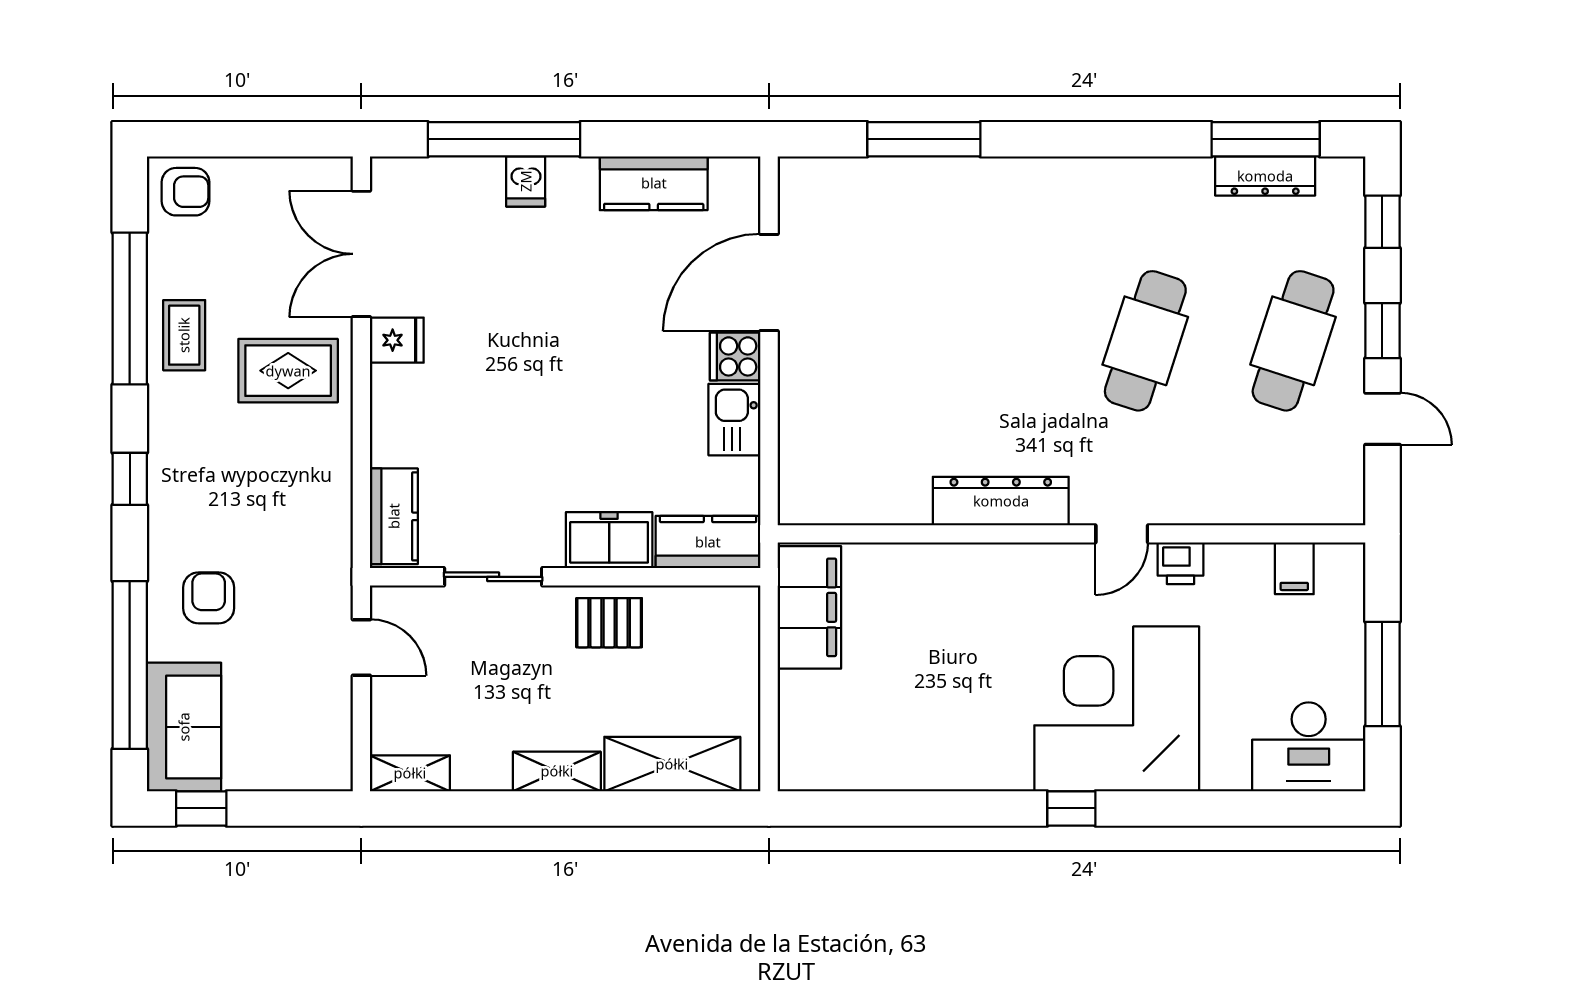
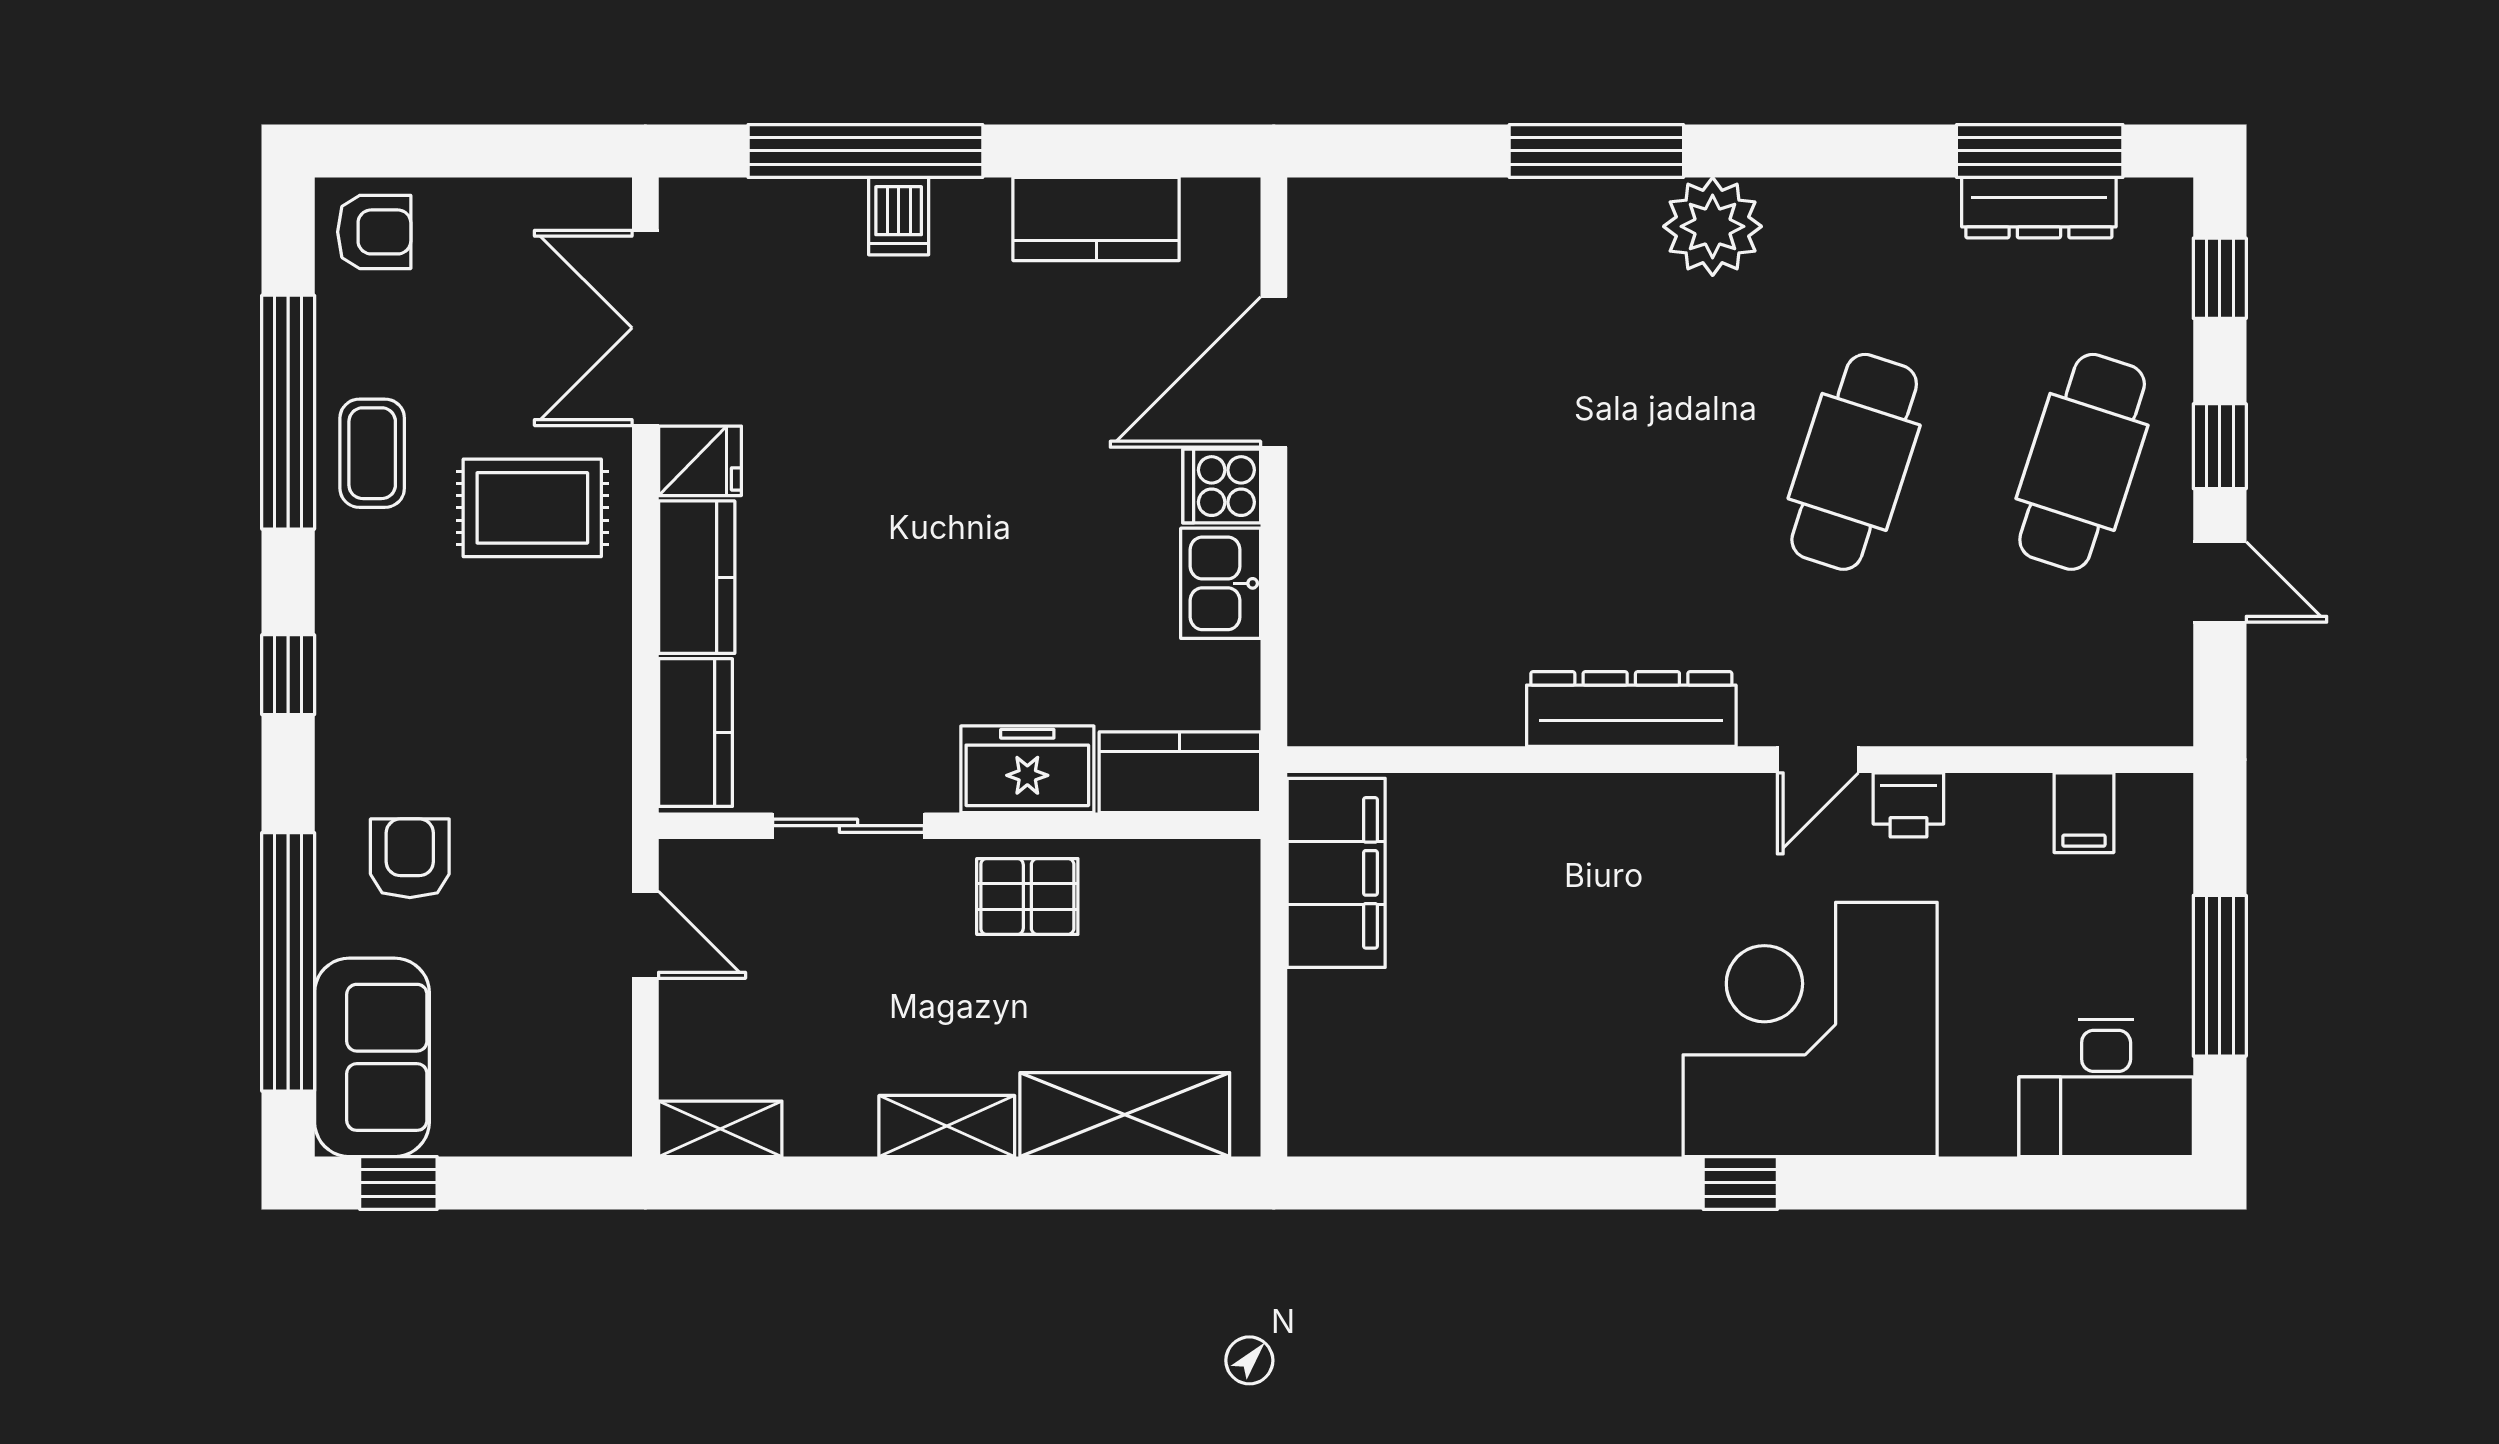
window: (924, 139) -> (1596, 151), moved
plant: (1053, 188) -> (1713, 226), added
kitchen counter: (395, 416) -> (697, 577), added

